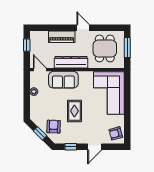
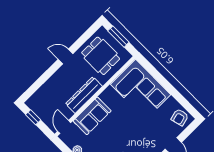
piano: (62, 37) -> (55, 82), removed
door: (40, 70) -> (64, 127), hinge flipped
rug: (74, 111) -> (127, 133), removed

